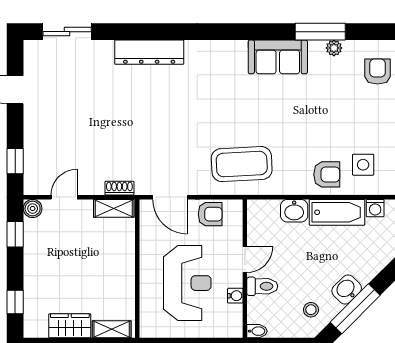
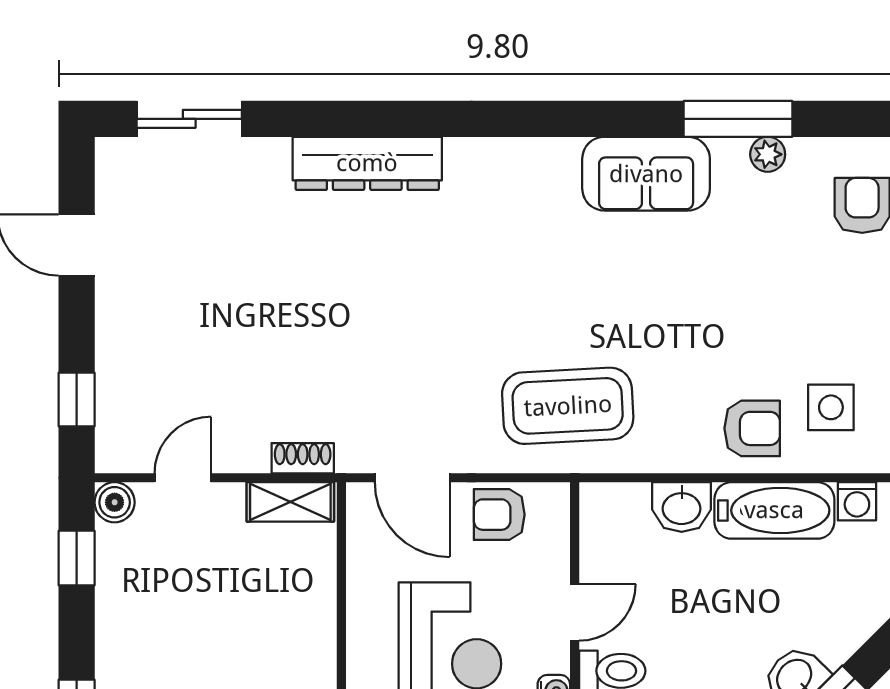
armchair: (210, 214) -> (499, 515), turned 180

